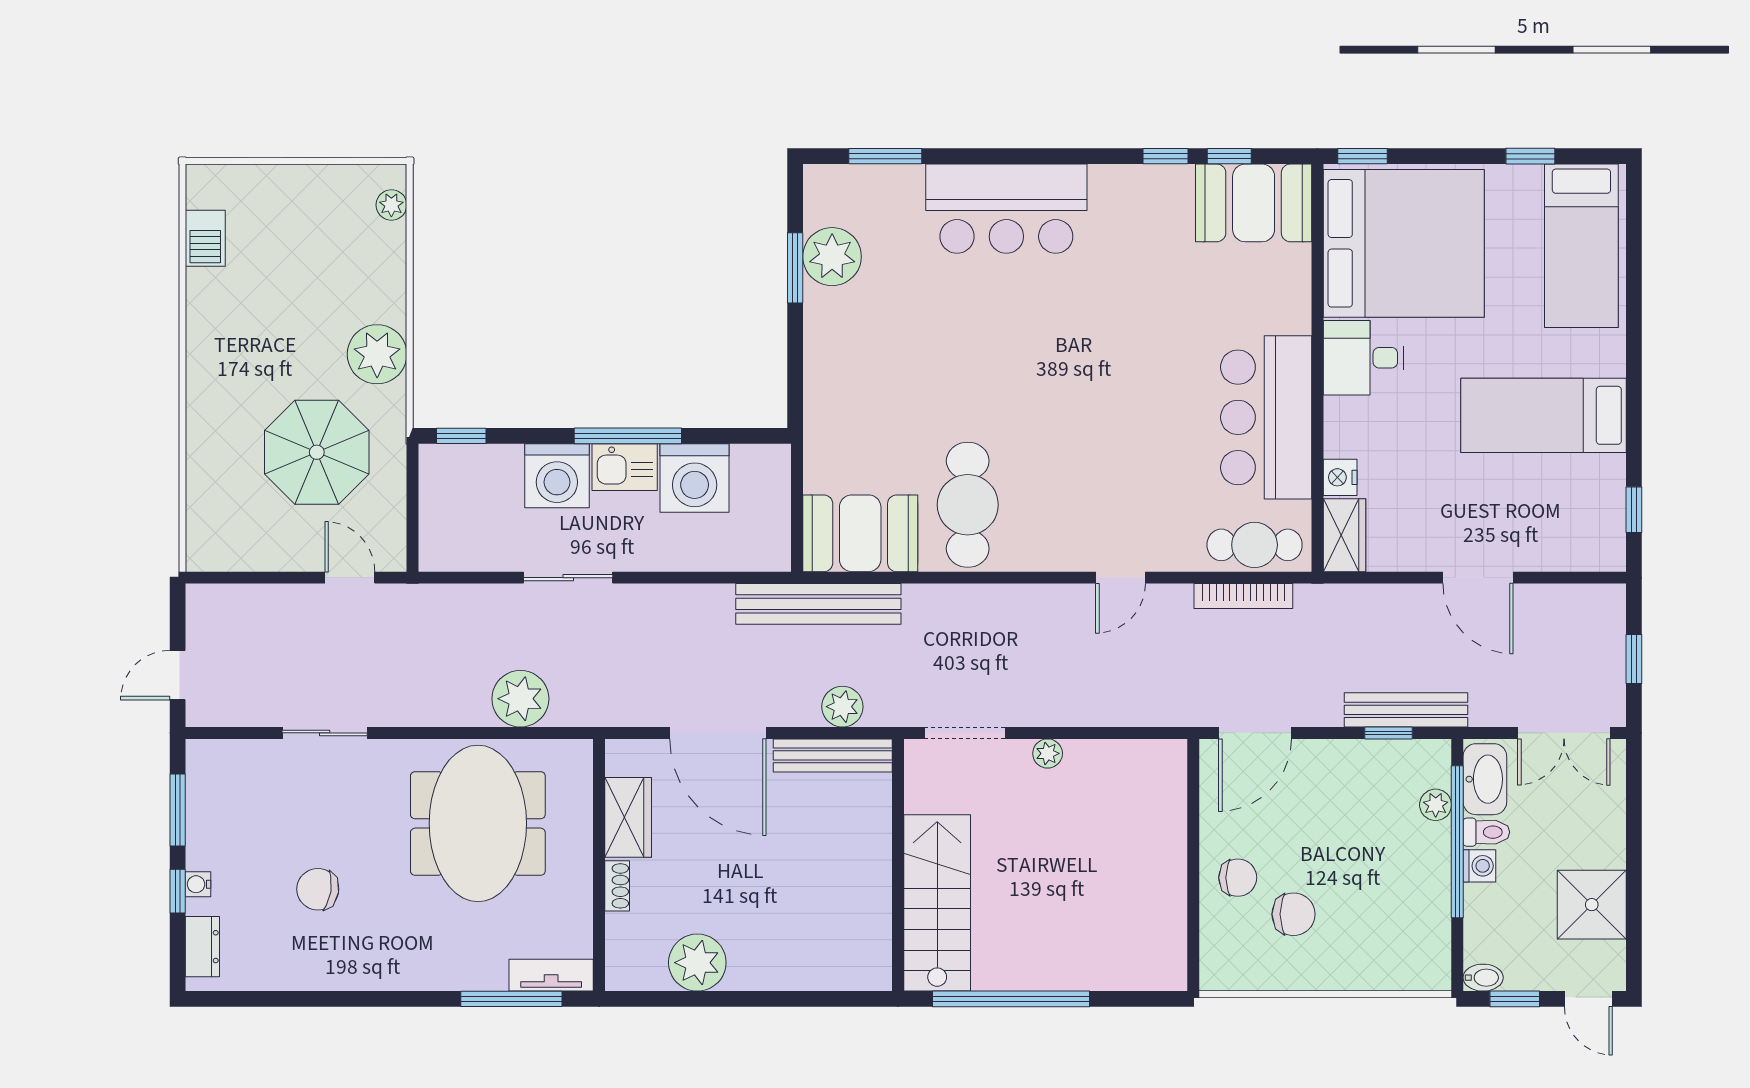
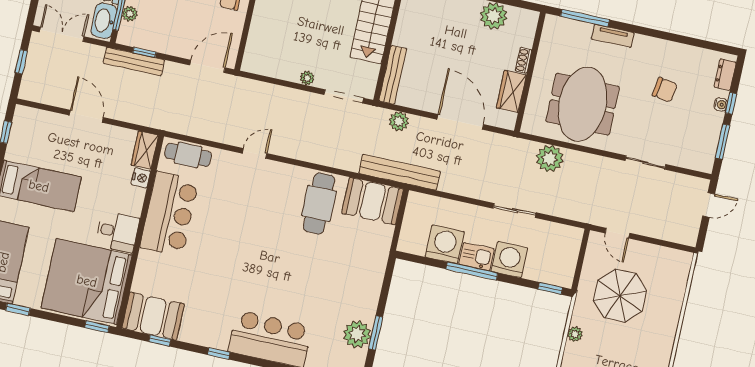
window: (1166, 156) -> (219, 353), moved
plant: (377, 354) -> (575, 334), width x0.53, depth x0.53
bookcase: (1243, 596) -> (199, 132), removed
bench: (833, 755) -> (393, 75), moved, turned 90
tv unit: (551, 975) -> (613, 36), moved

